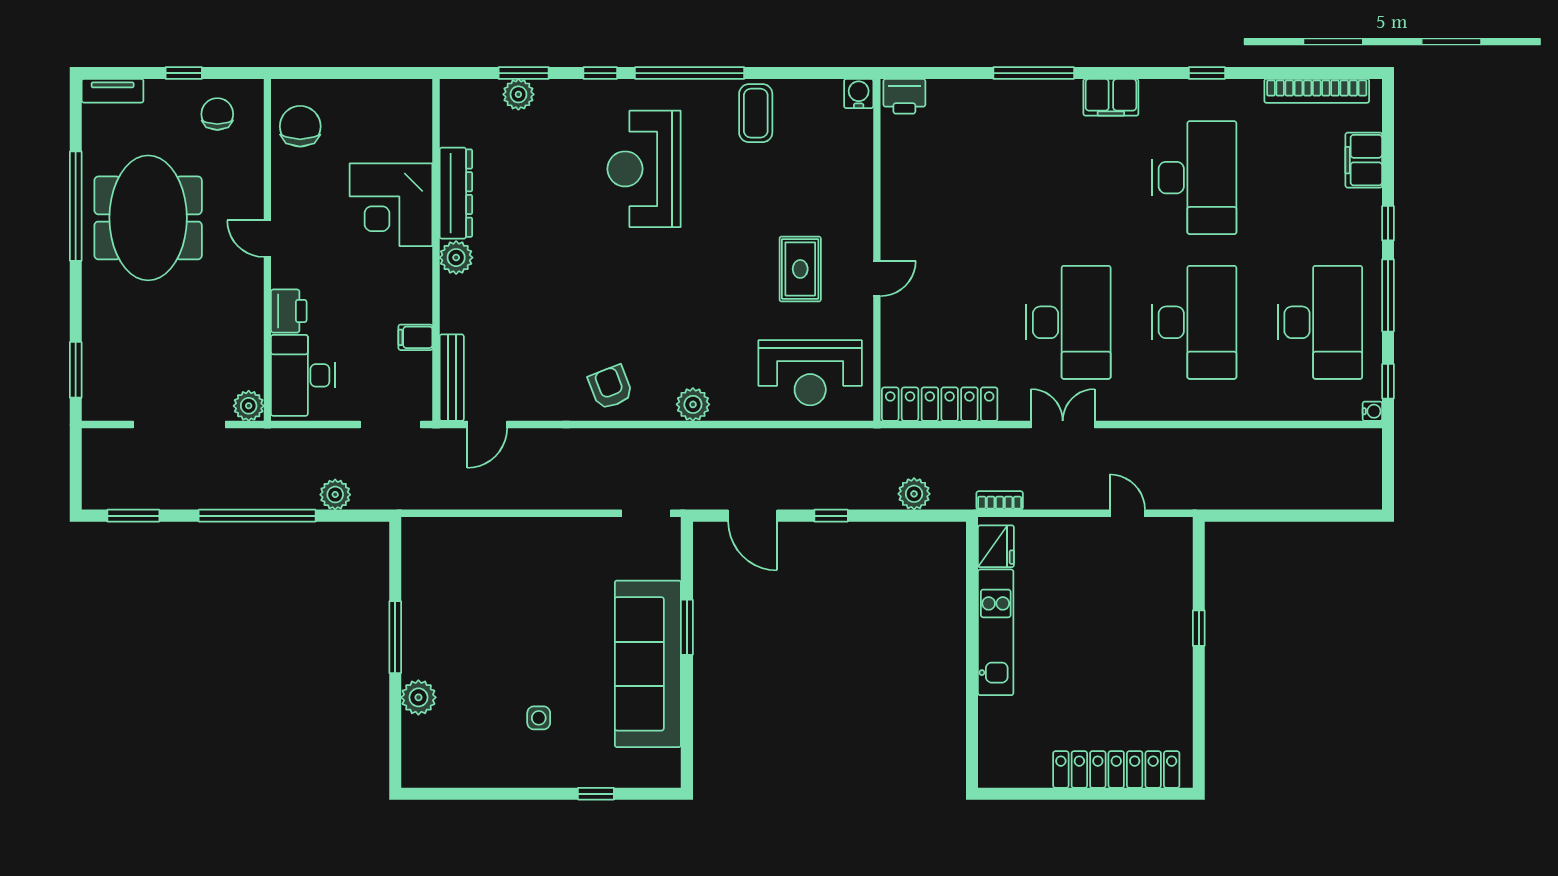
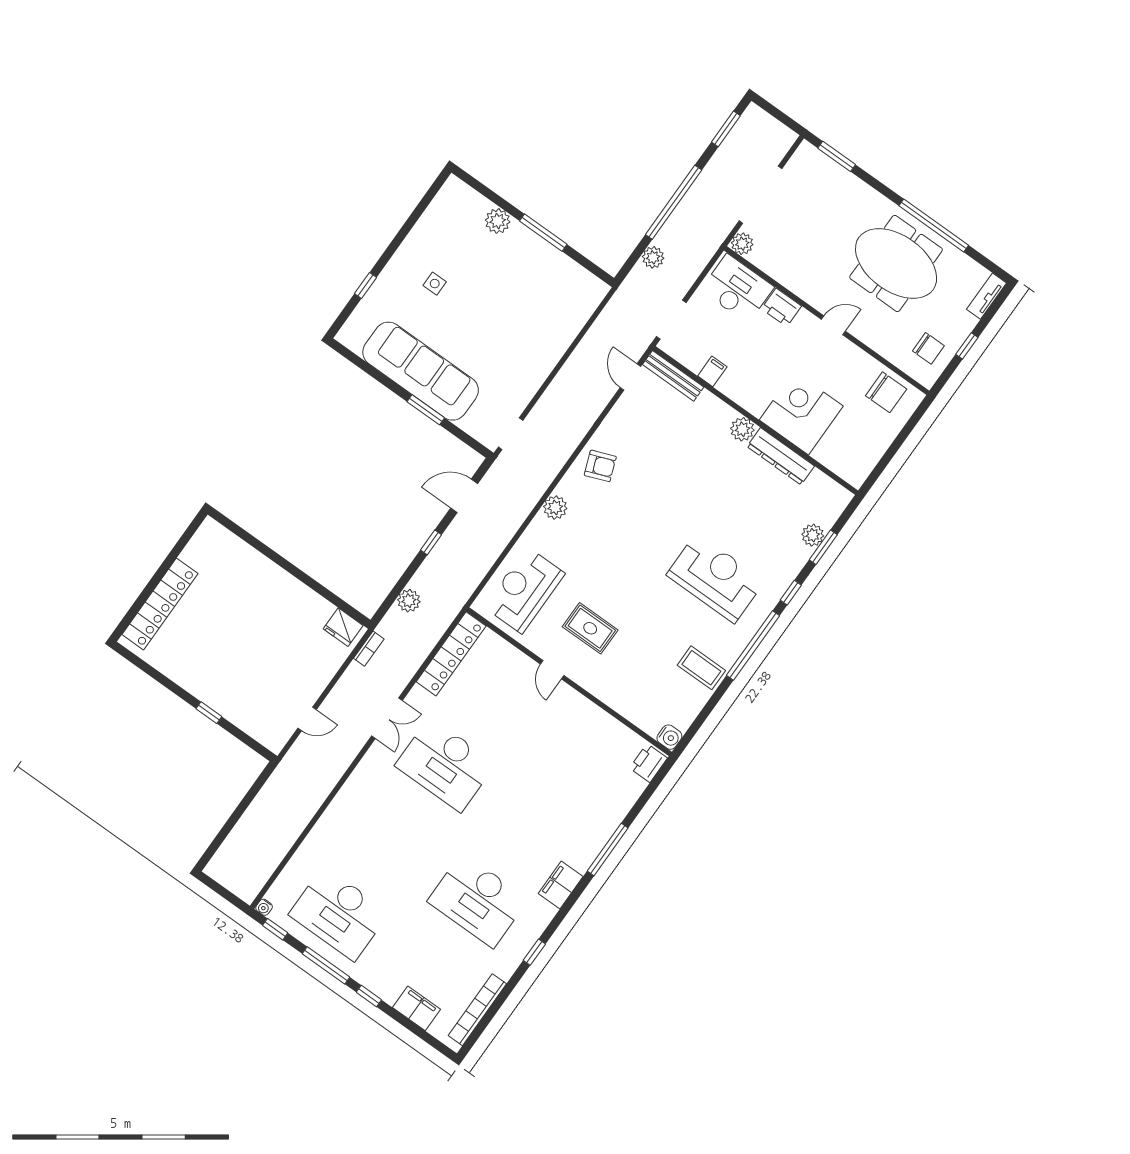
desk: (1194, 322) -> (392, 839), removed
kitchen unit: (996, 632) -> (292, 591), removed

